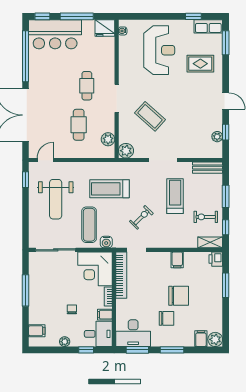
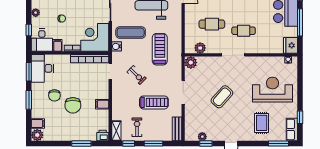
reception desk: (159, 50) -> (272, 90), turned 180
coffee table: (150, 116) -> (222, 97), moved

